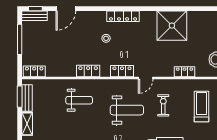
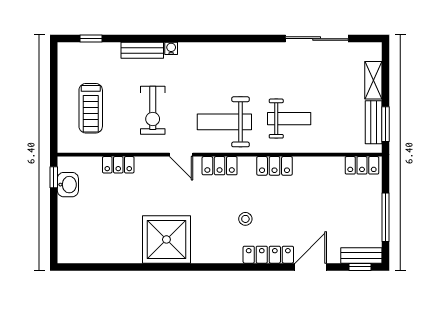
locker: (123, 16) -> (268, 255), moved
shower: (172, 26) -> (166, 239), moved
door: (146, 78) -> (181, 155), swing flipped
weight bench: (79, 100) -> (289, 119), turned 180
exercise bike: (163, 105) -> (153, 110), width x1.38, depth x1.39
weight bench: (127, 110) -> (224, 122), moved

